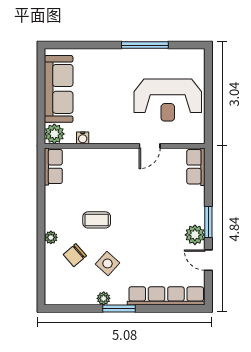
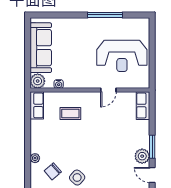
coffee table: (97, 220) -> (70, 113), moved

